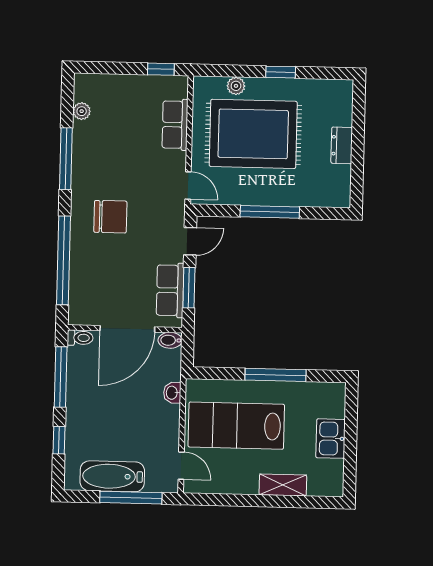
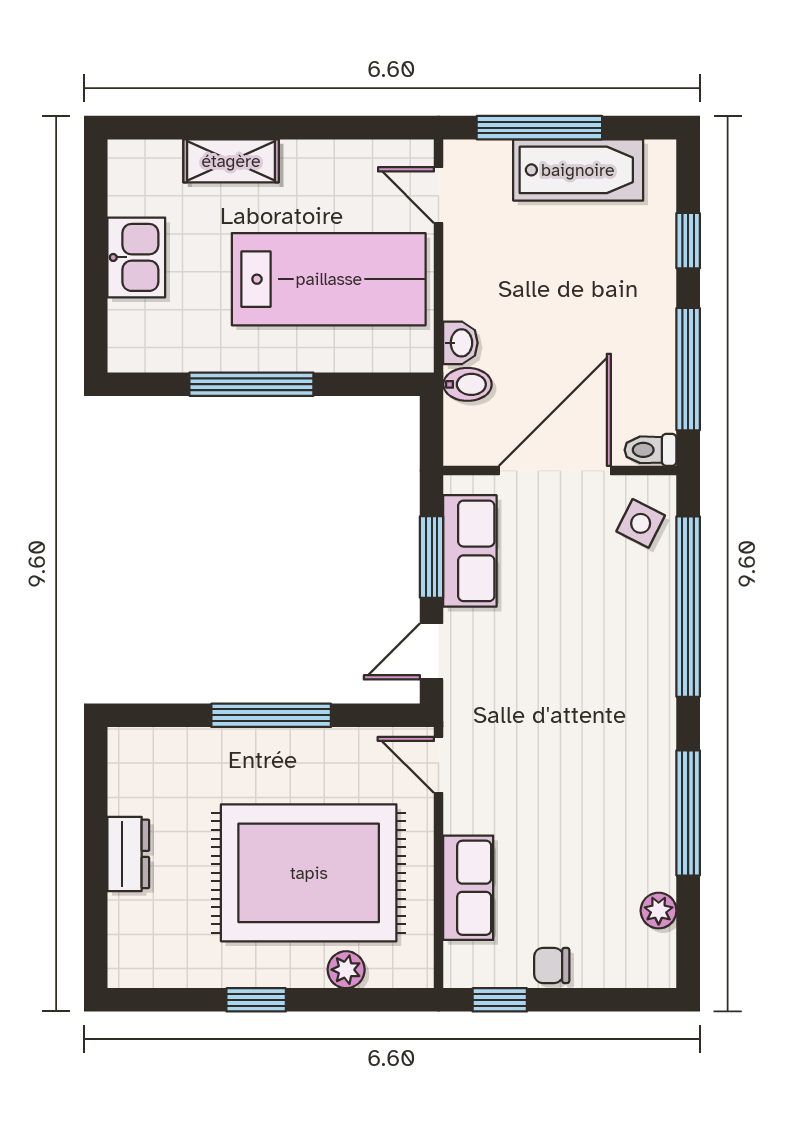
chair: (110, 217) -> (552, 965), moved, width x0.54, depth x0.54
side table: (86, 302) -> (641, 523), added
bidet: (170, 340) -> (467, 384), moved

